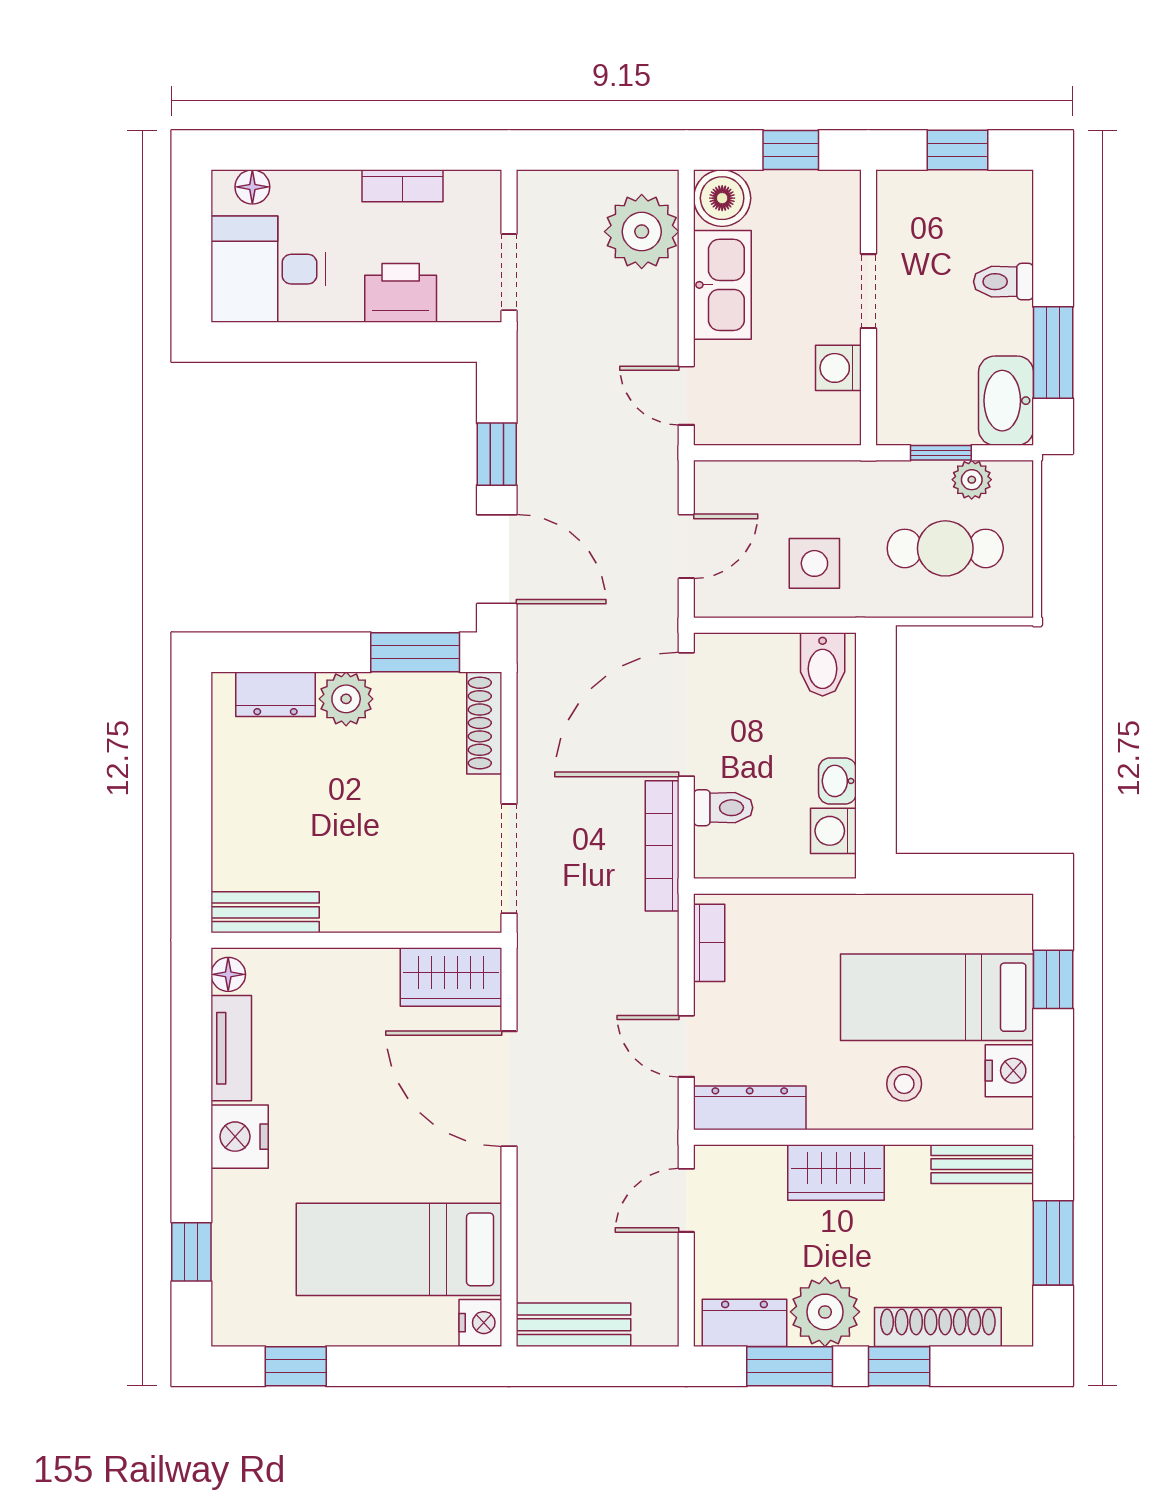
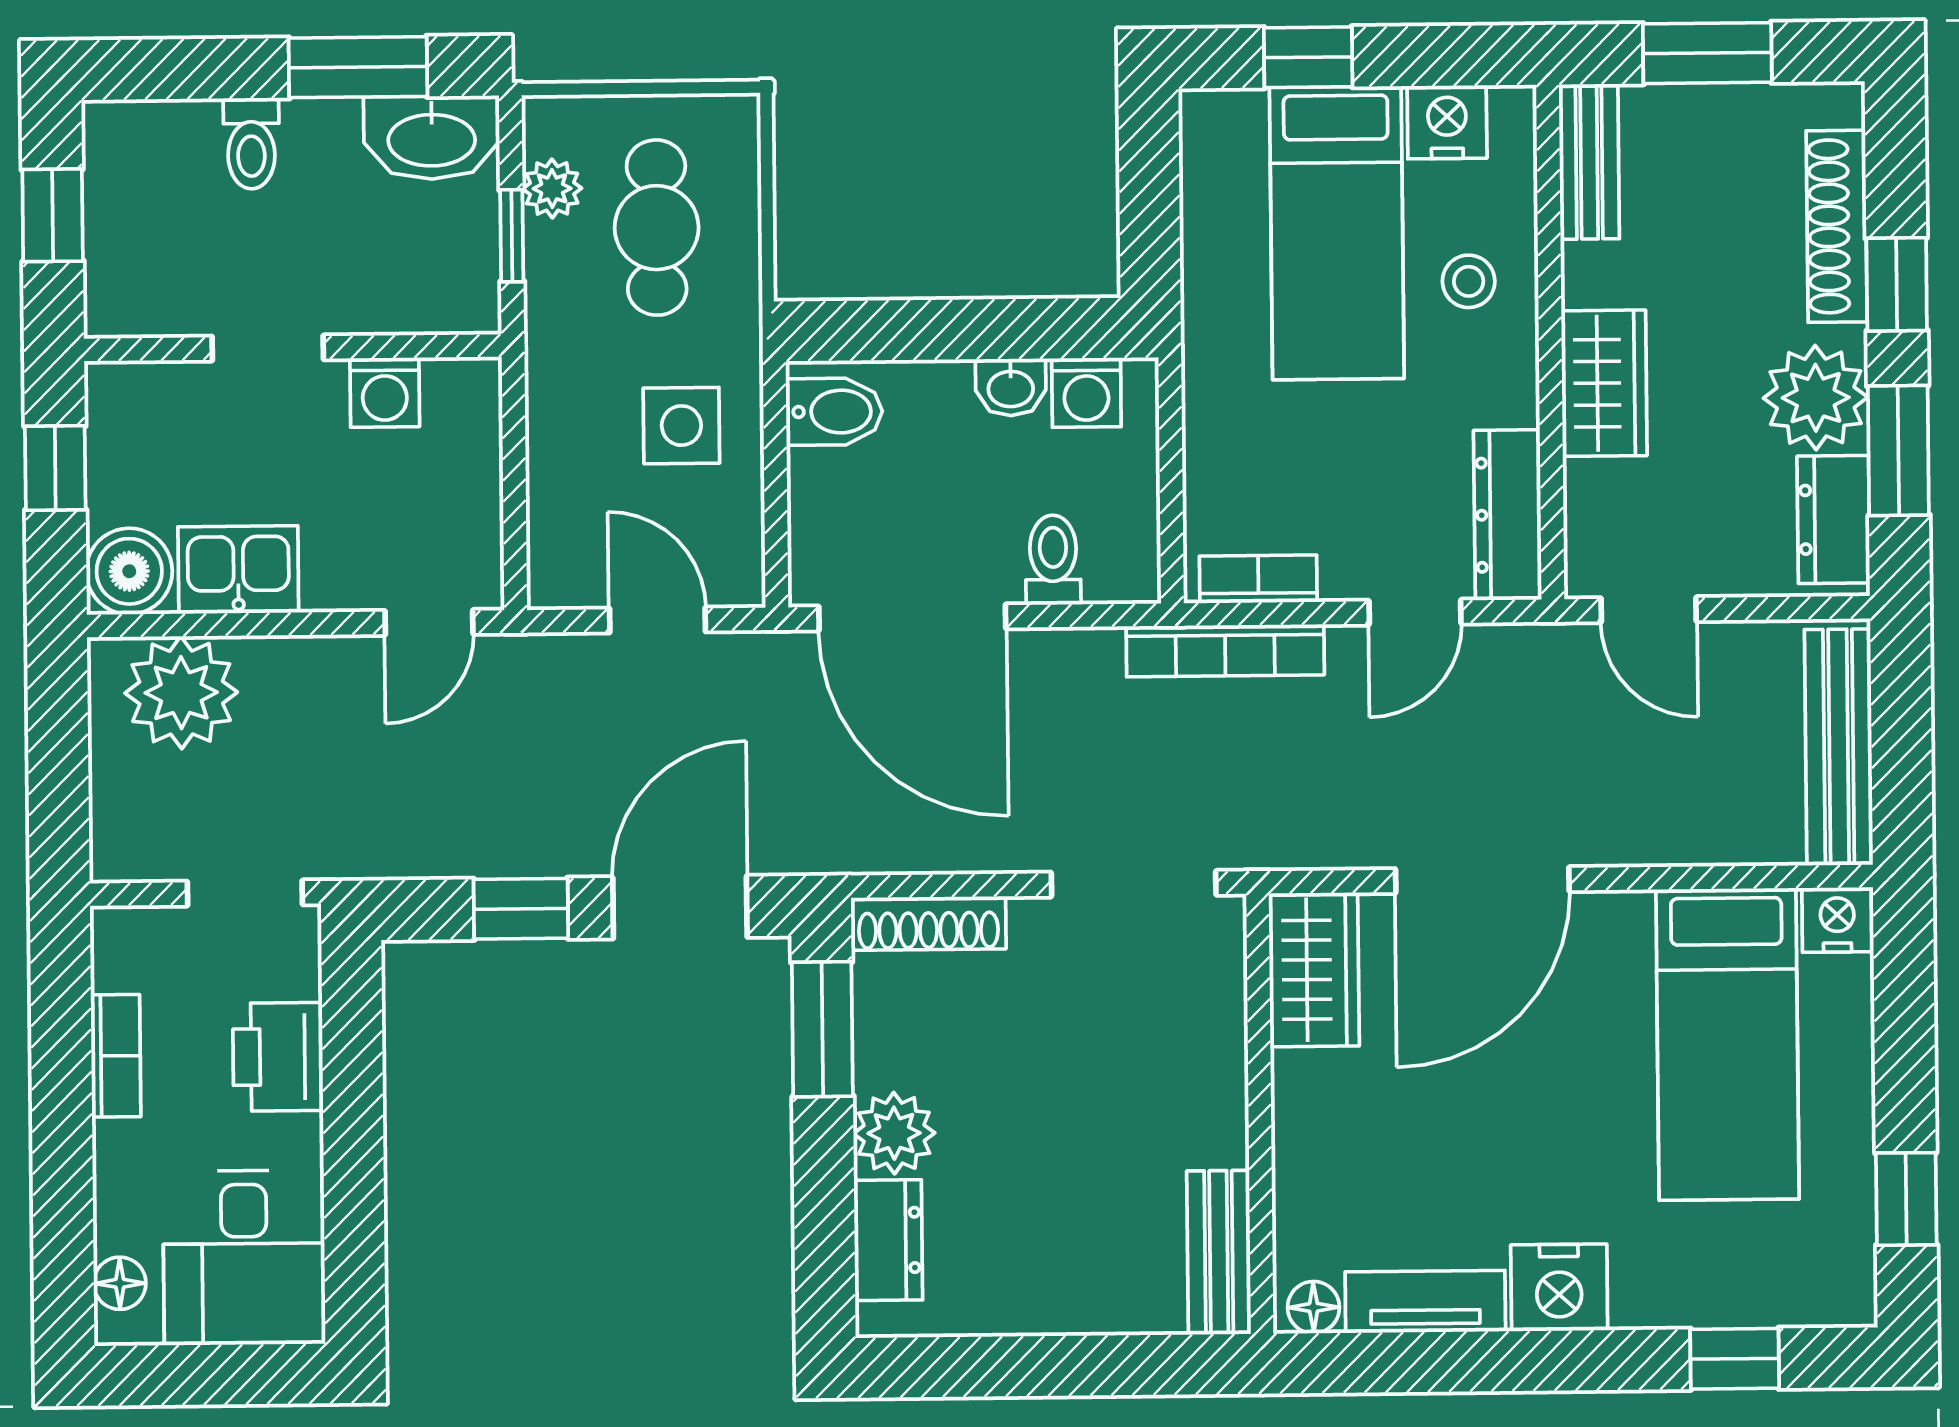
kitchen sink: (722, 285) -> (238, 570), width x0.73
bookcase: (662, 846) -> (1225, 651), moved
bench: (573, 1325) -> (1839, 747), width x1.36

